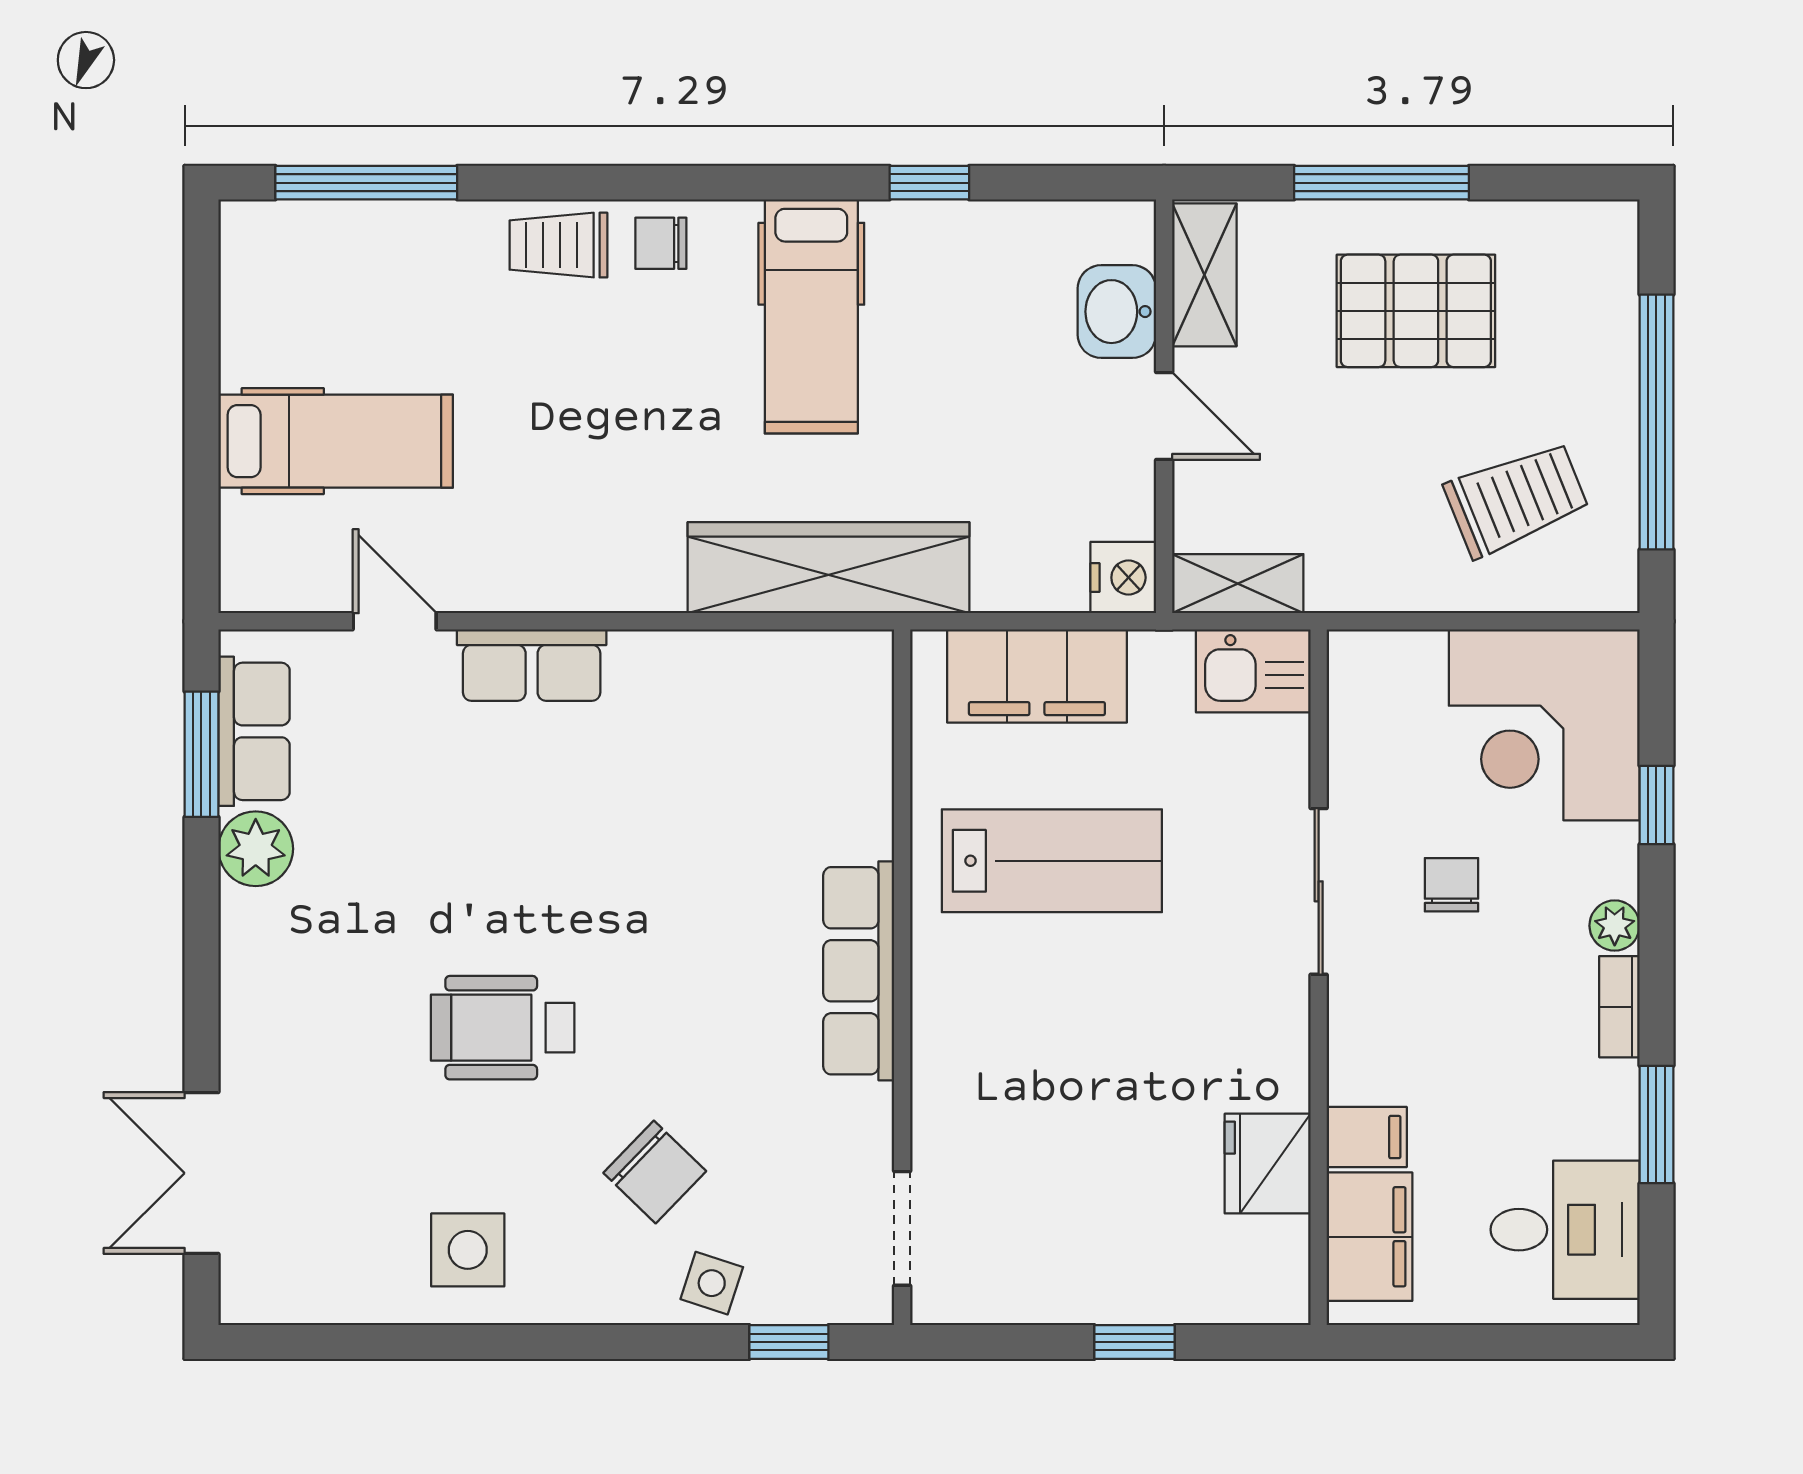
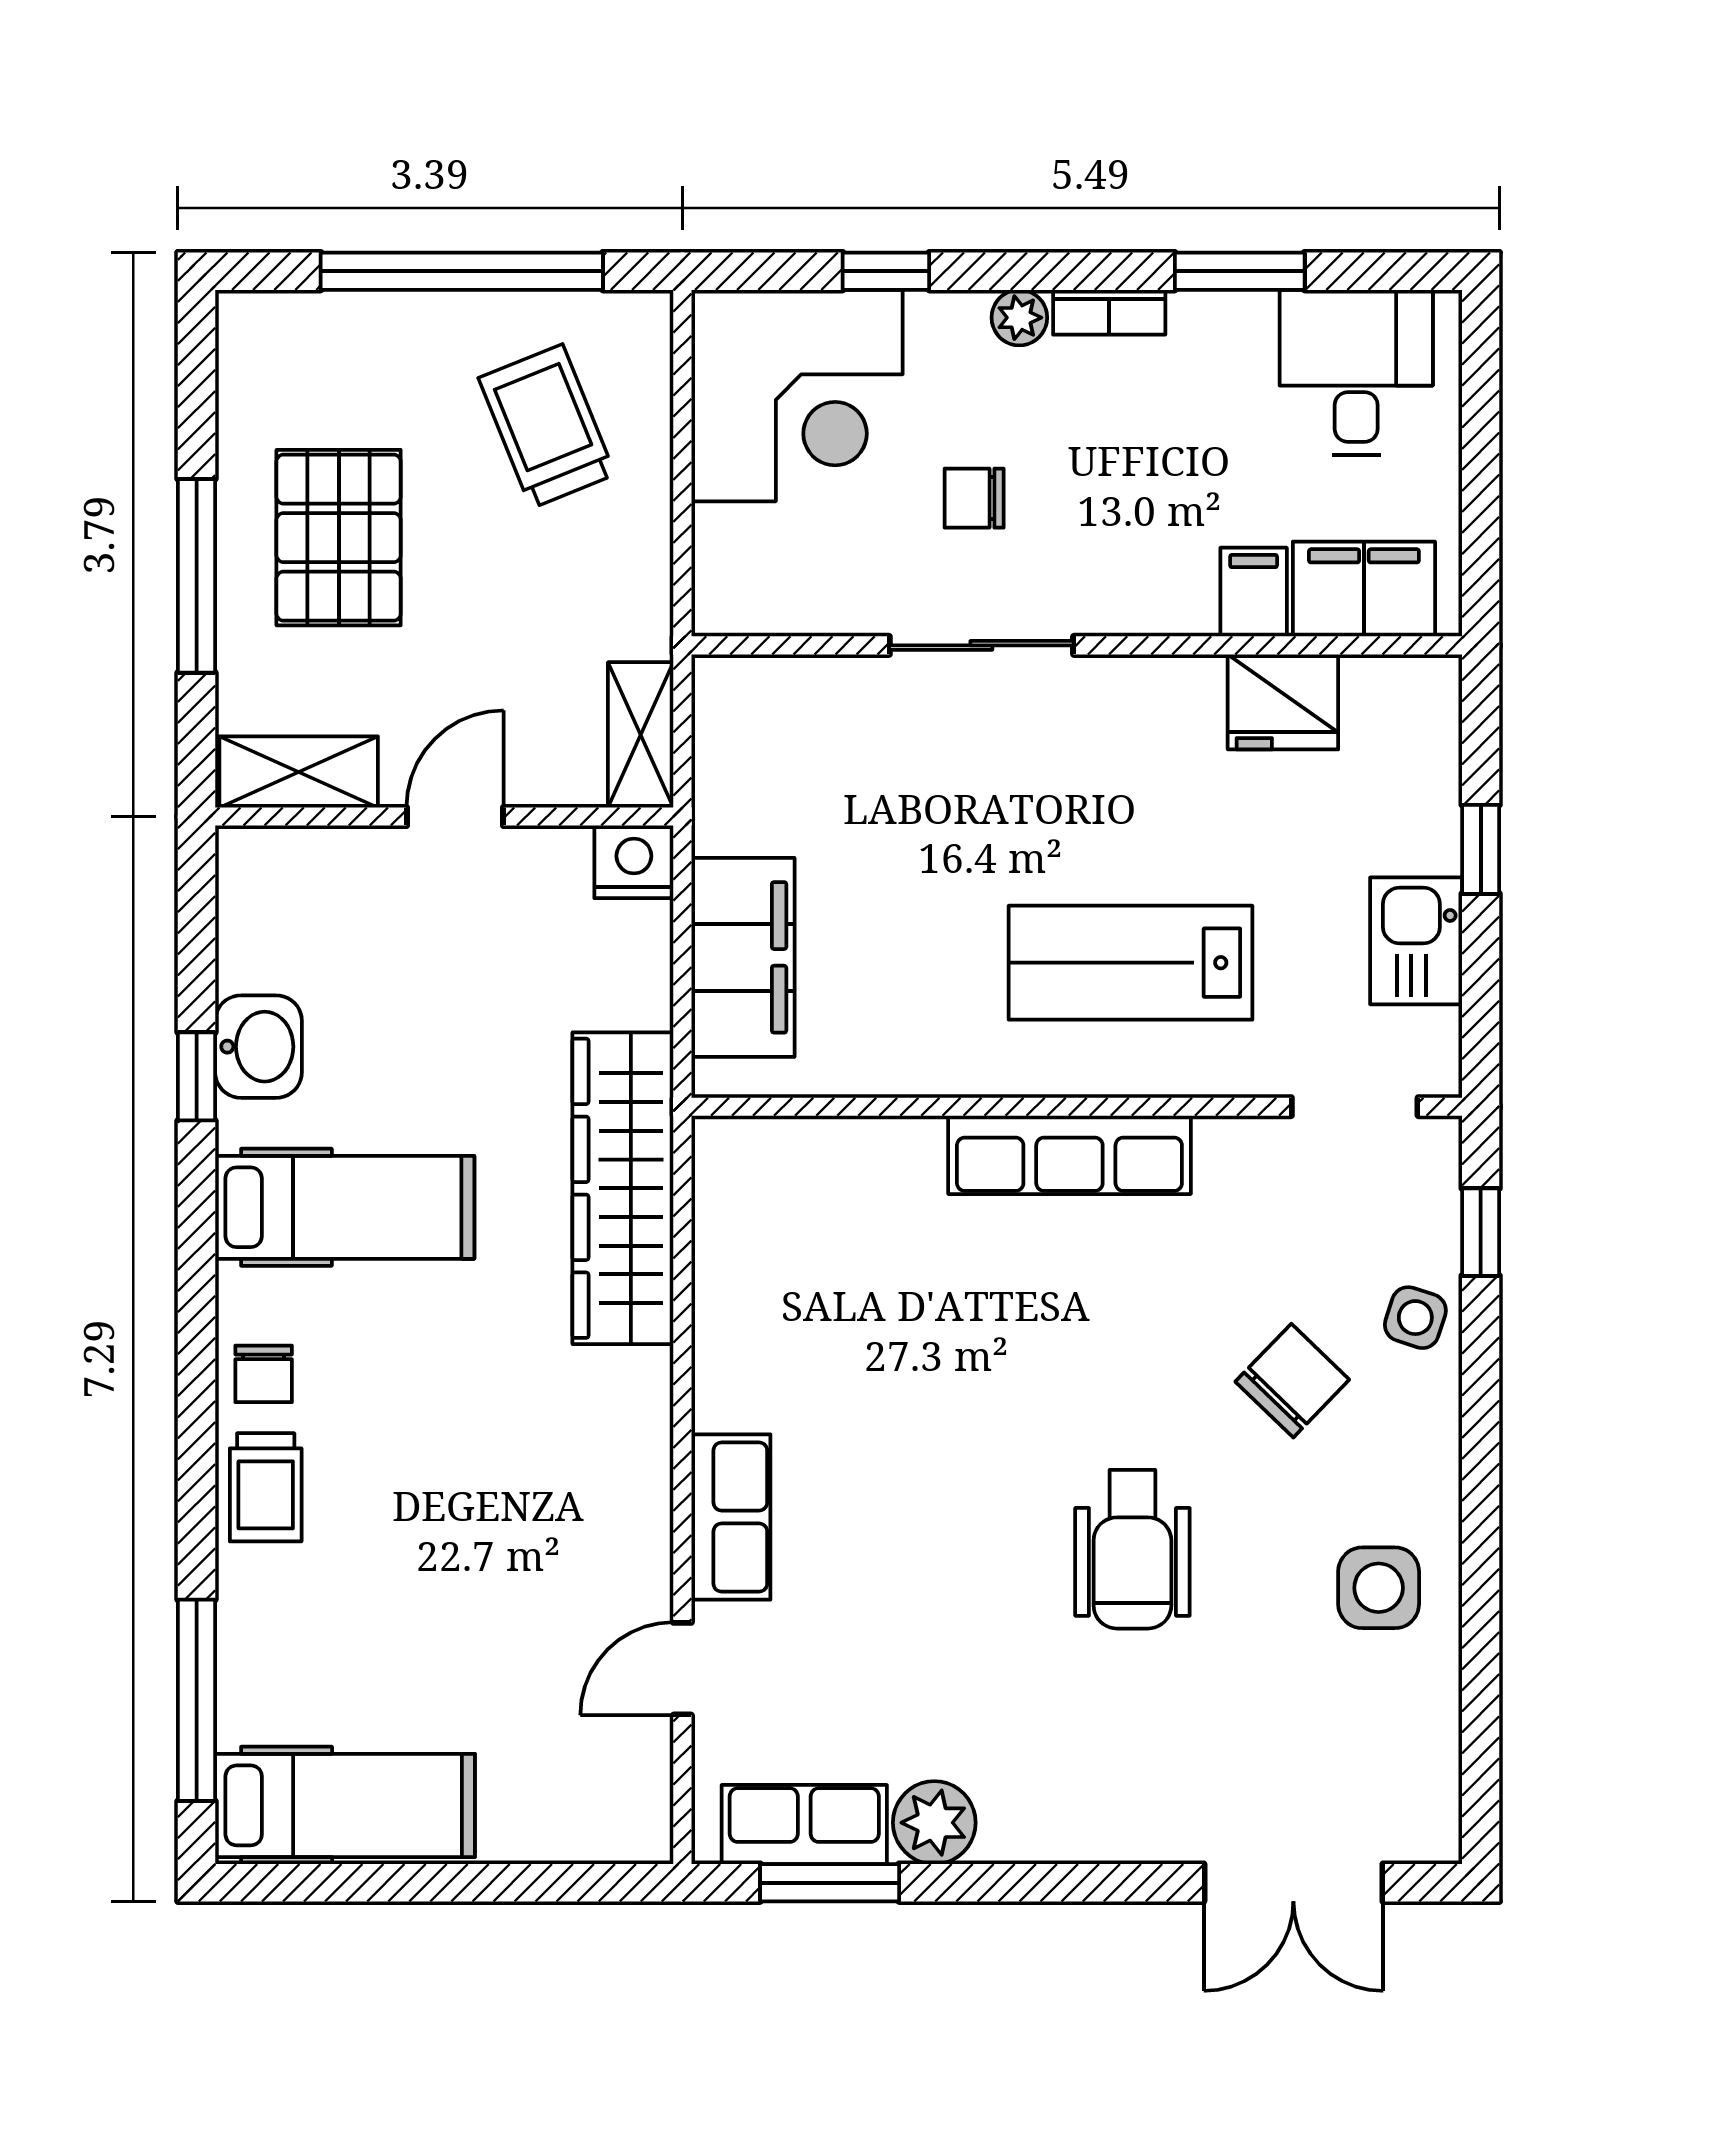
washbasin: (1117, 312) -> (259, 1047), moved, turned -90
hospital bed: (336, 441) -> (345, 1805), moved, turned 90
kitchen sink: (1253, 671) -> (1416, 941), moved, turned 180
lab bench: (1052, 861) -> (1131, 963), moved, turned -90

